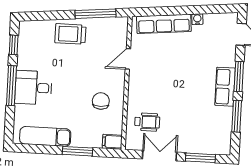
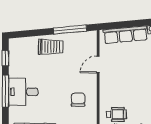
trolley: (70, 34) -> (51, 47), turned 180

